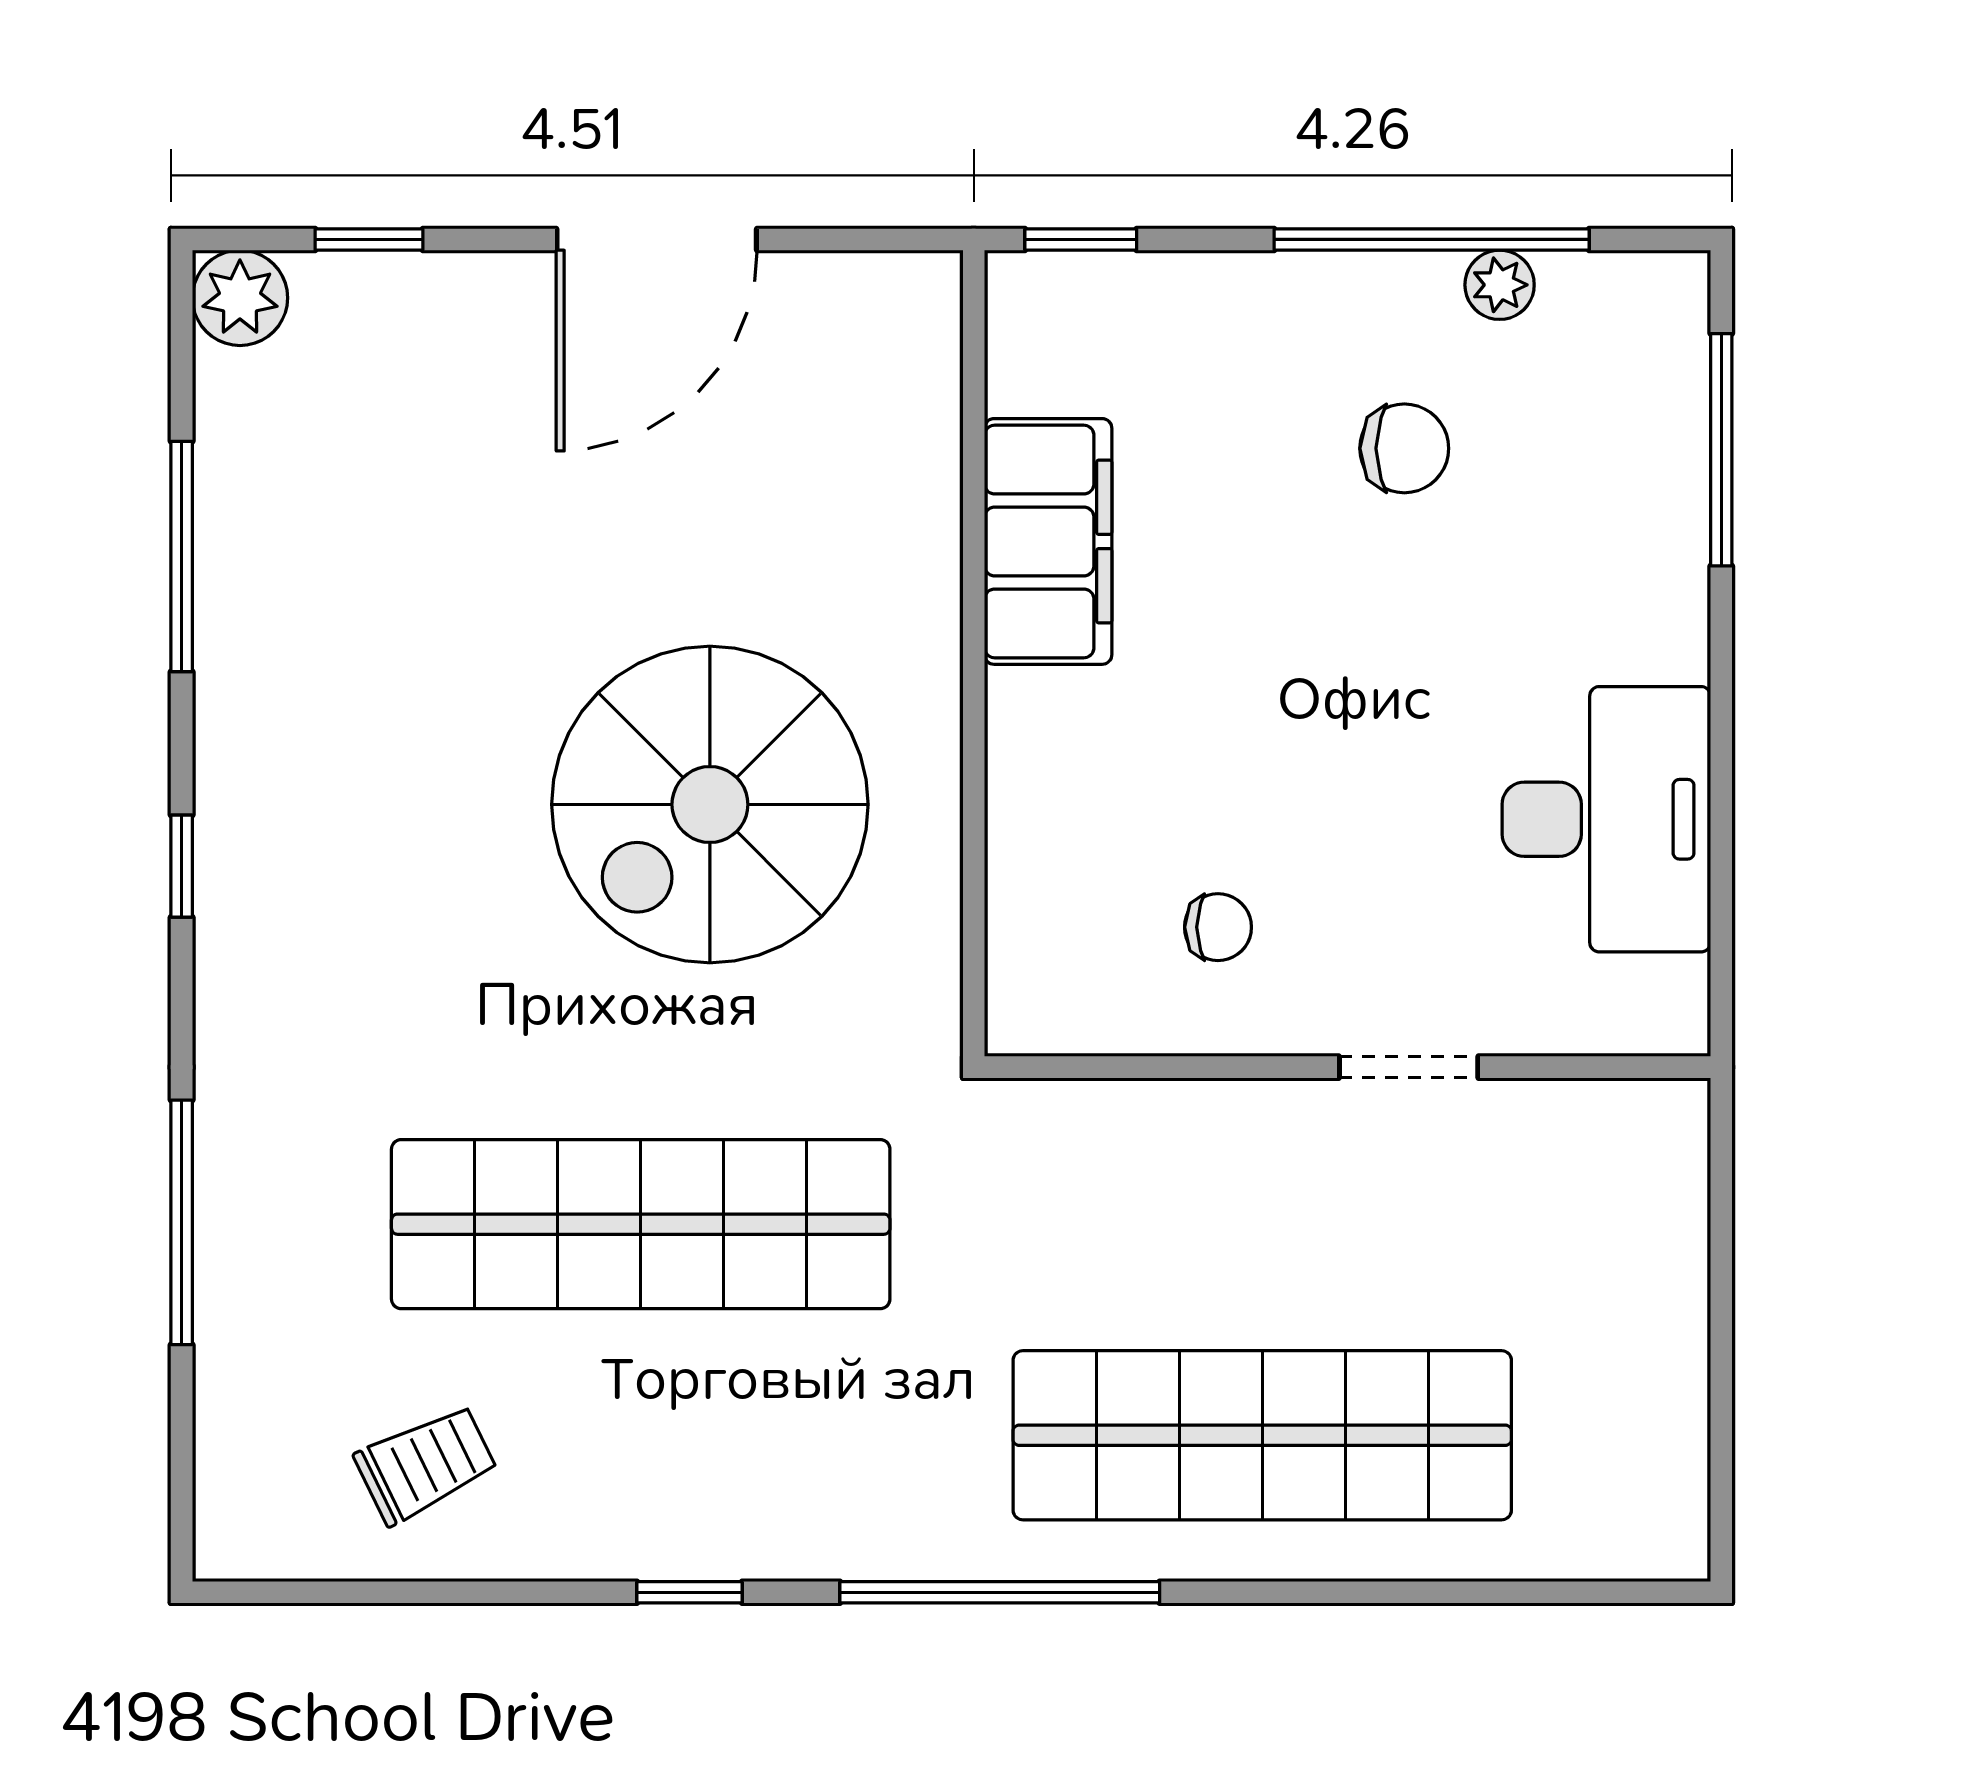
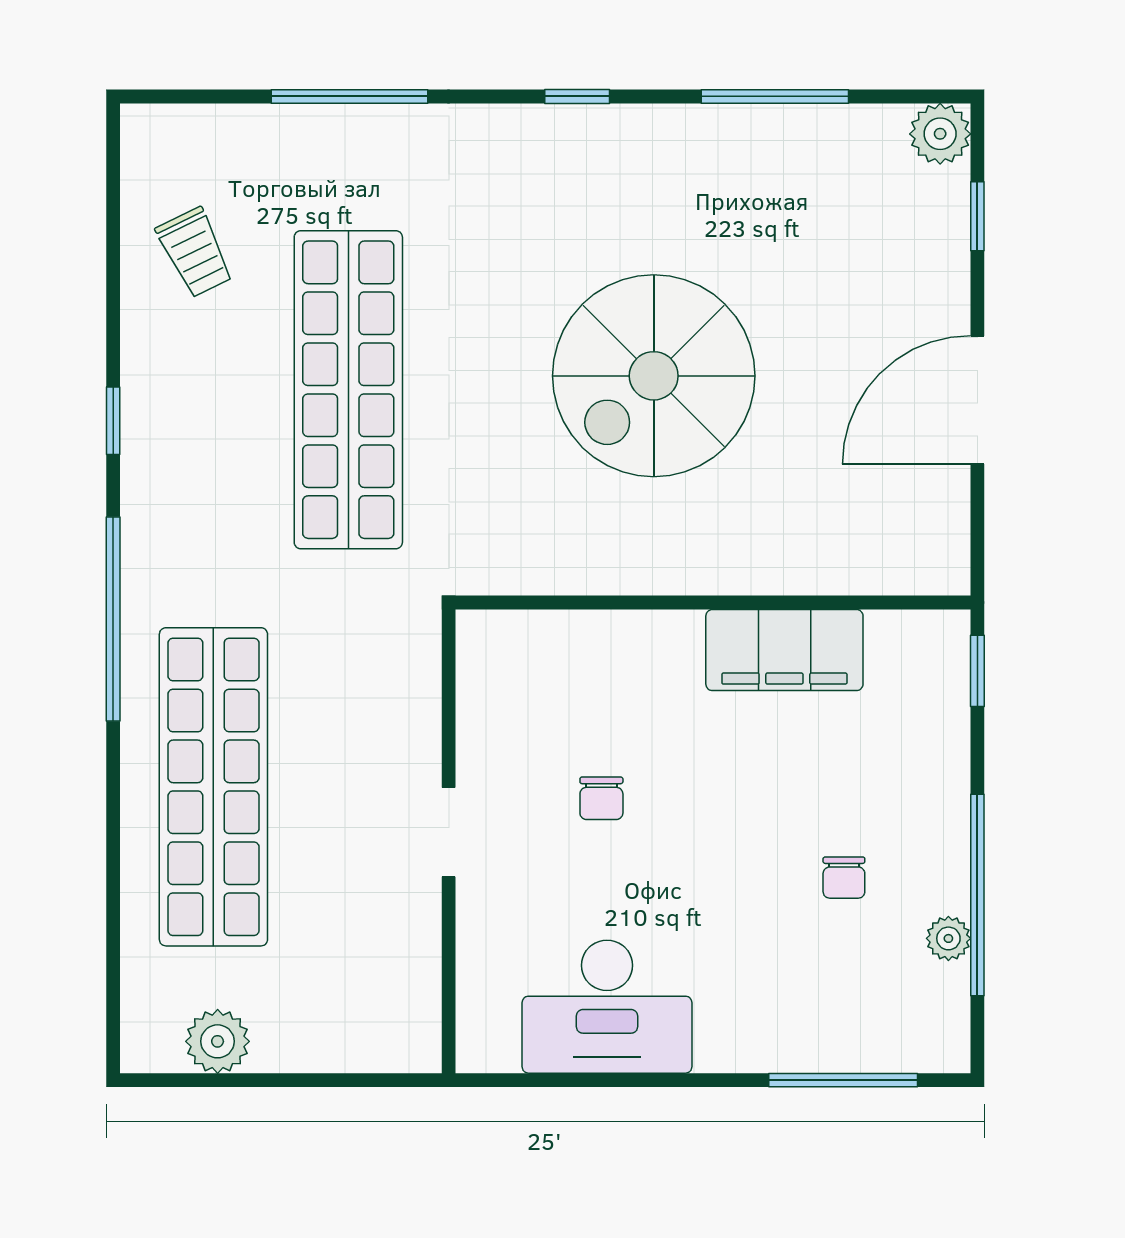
door: (657, 239) -> (977, 400), hinge flipped
chair: (1404, 448) -> (844, 878), width x0.73, depth x0.73
spiral stairs: (710, 804) -> (654, 376), moved, turned -90
chair: (1218, 927) -> (601, 798), moved
doorway: (1409, 1067) -> (449, 832), moved
plant: (1661, 1429) -> (218, 1041), added

